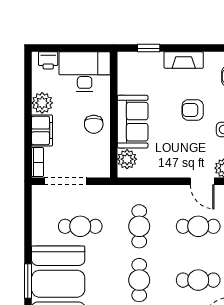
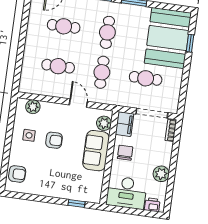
fireplace: (184, 60) -> (52, 191), removed
armchair: (193, 110) -> (54, 140), moved
filing cabinet: (42, 130) -> (125, 124), moved, turned 180
door: (202, 181) -> (78, 103), moved
window: (28, 281) -> (190, 43), width x0.67

